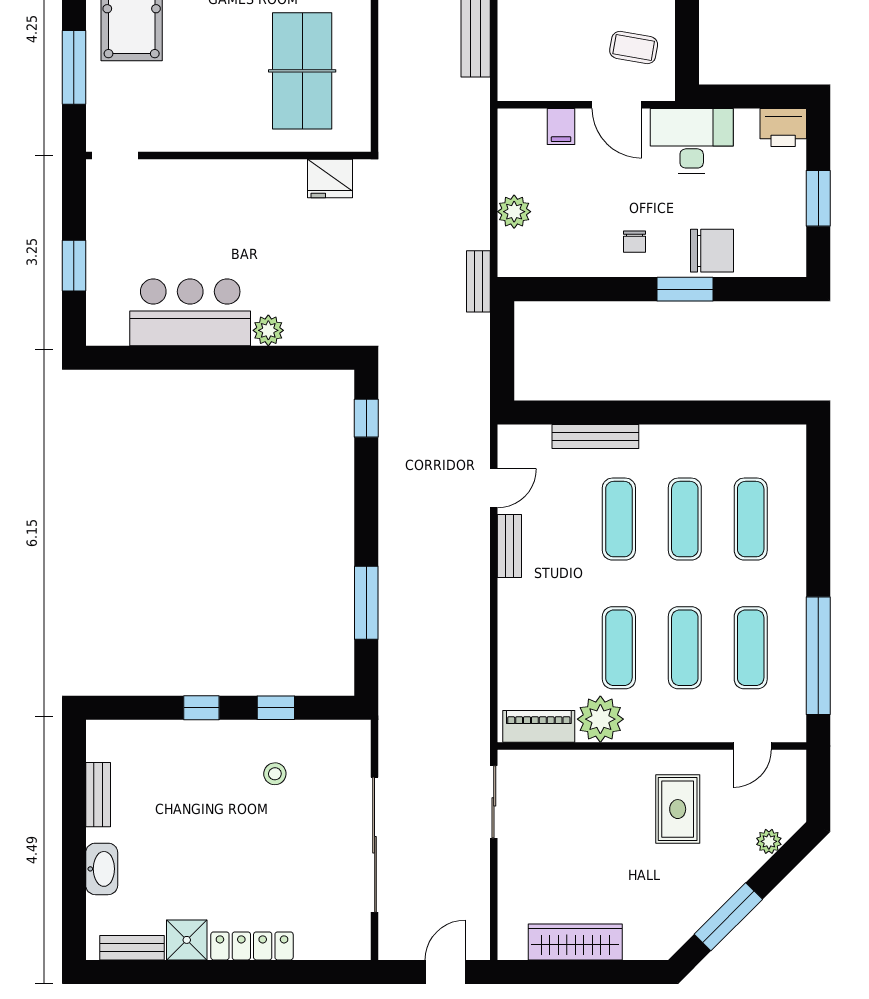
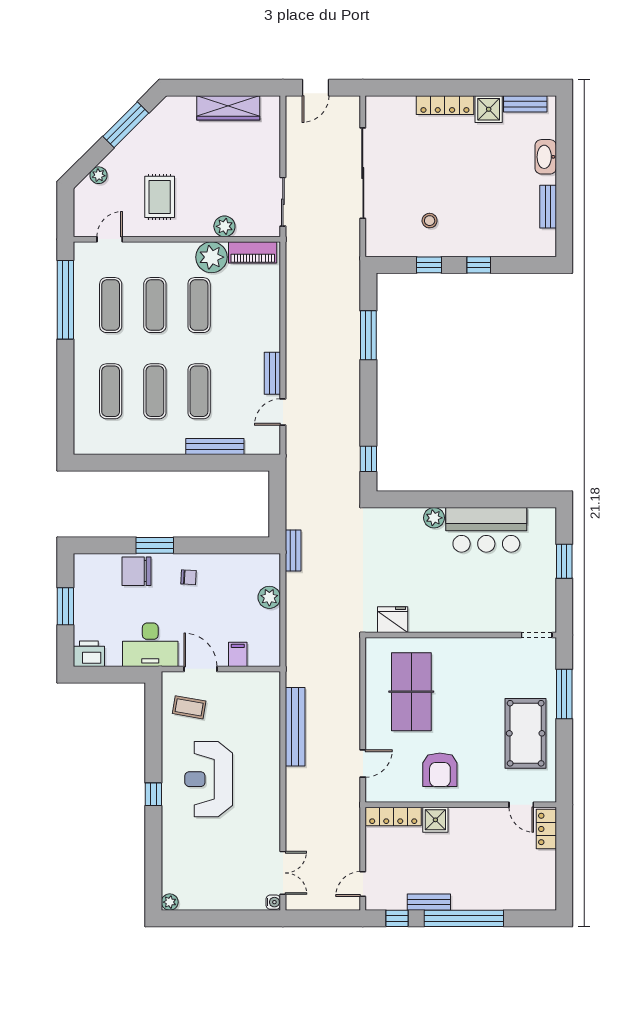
chair: (634, 242) -> (189, 577), turned 93
plant: (581, 765) -> (224, 226), added

